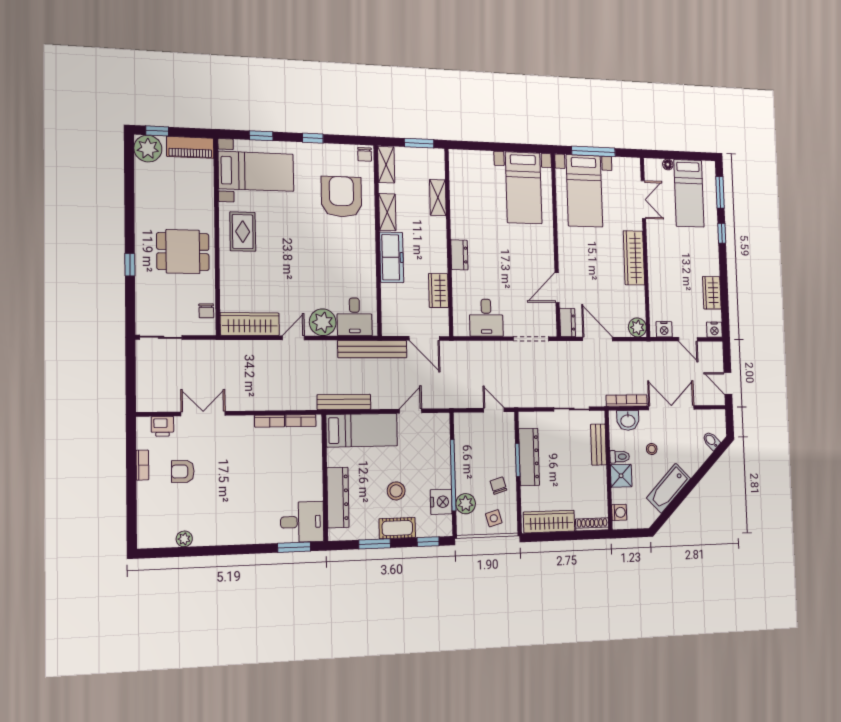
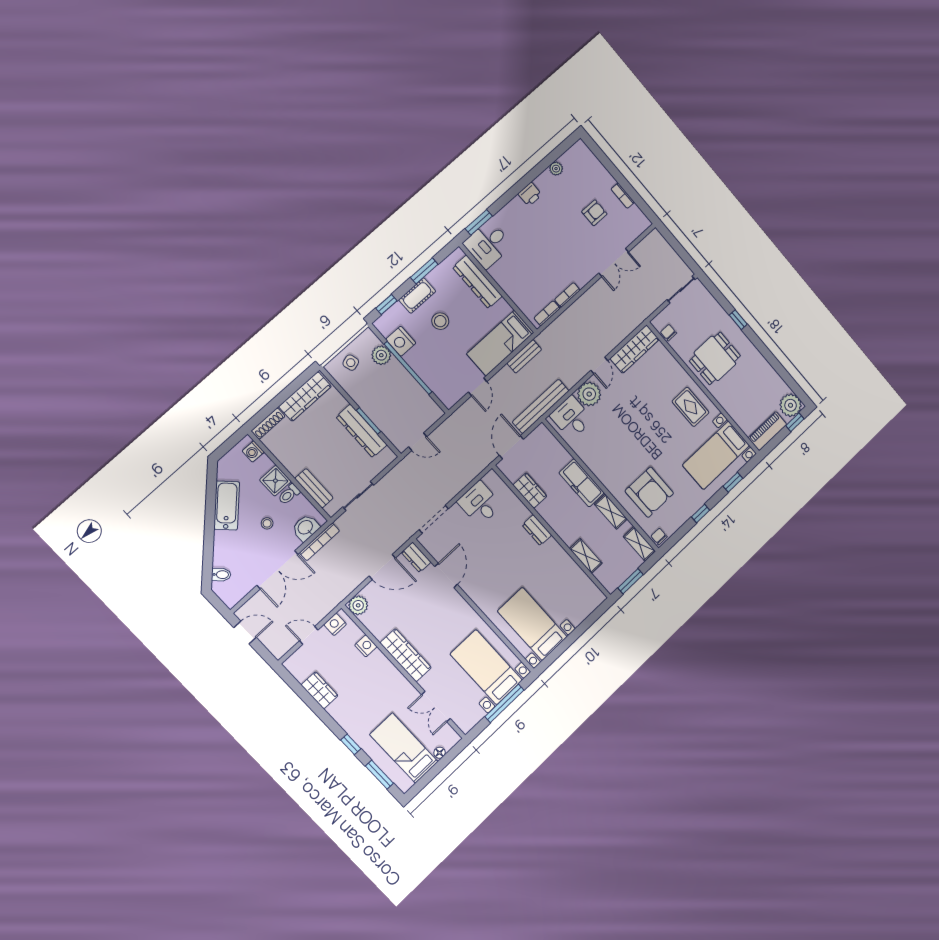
nightstand: (714, 330) -> (366, 646), moved, turned 90
door: (424, 338) -> (511, 447), hinge flipped
bench: (344, 402) -> (524, 356), width x0.73
printer: (162, 426) -> (530, 194), moved, turned 180
chair: (498, 486) -> (367, 390), removed

